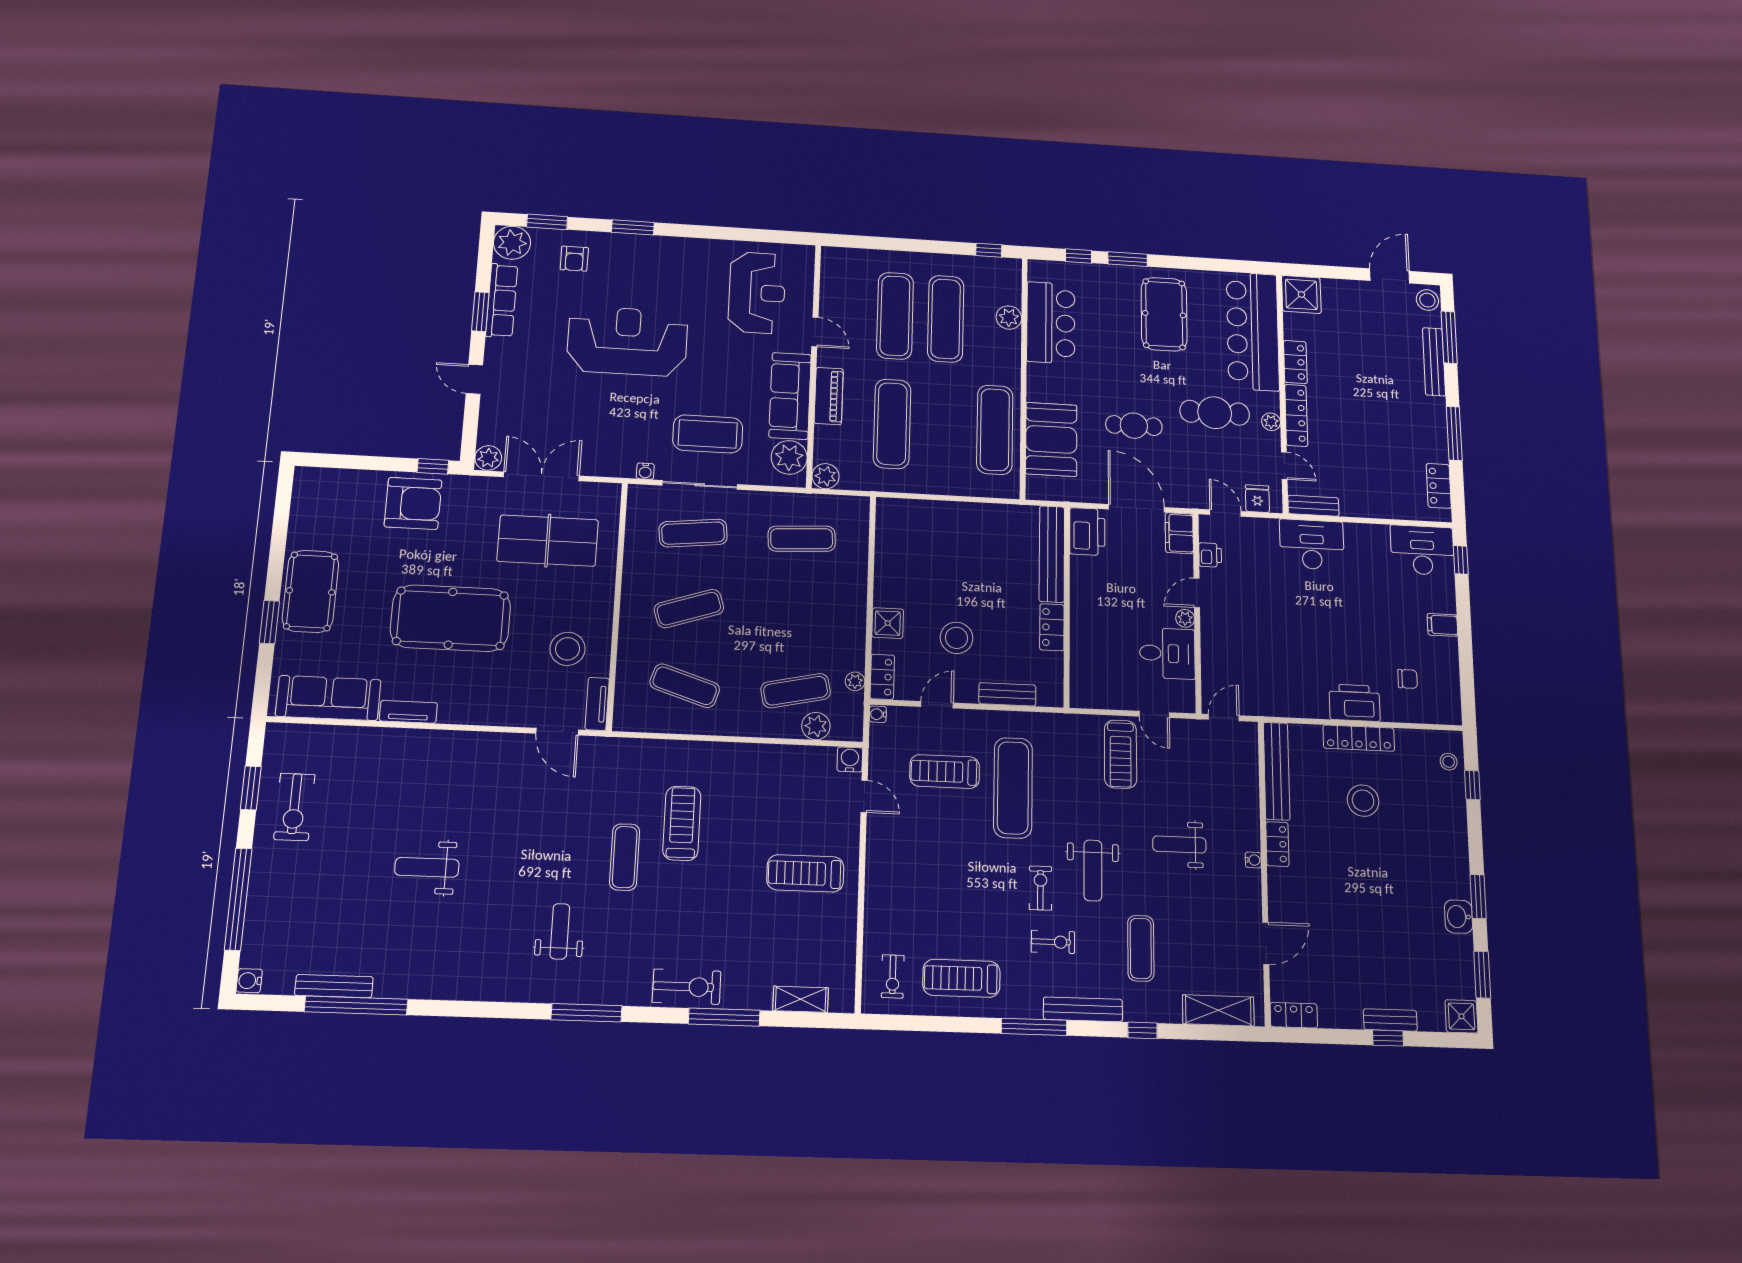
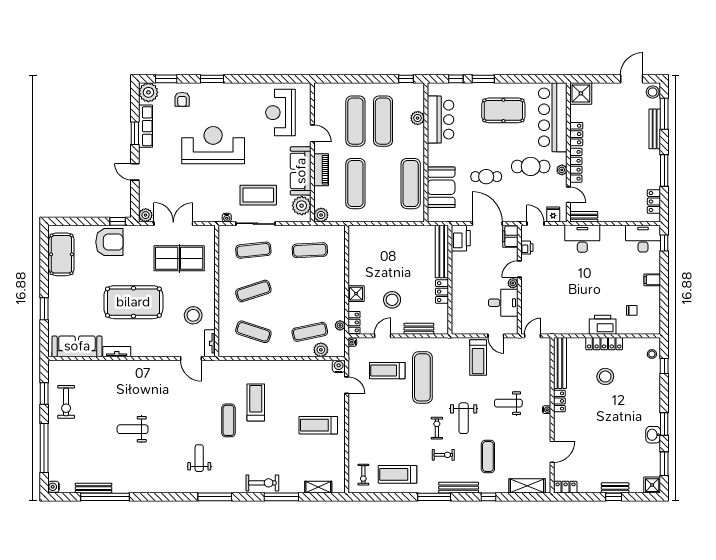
reception desk: (757, 293) -> (280, 113), turned 180
pool table: (1164, 314) -> (503, 110), turned 90
pool table: (311, 591) -> (61, 254), moved

